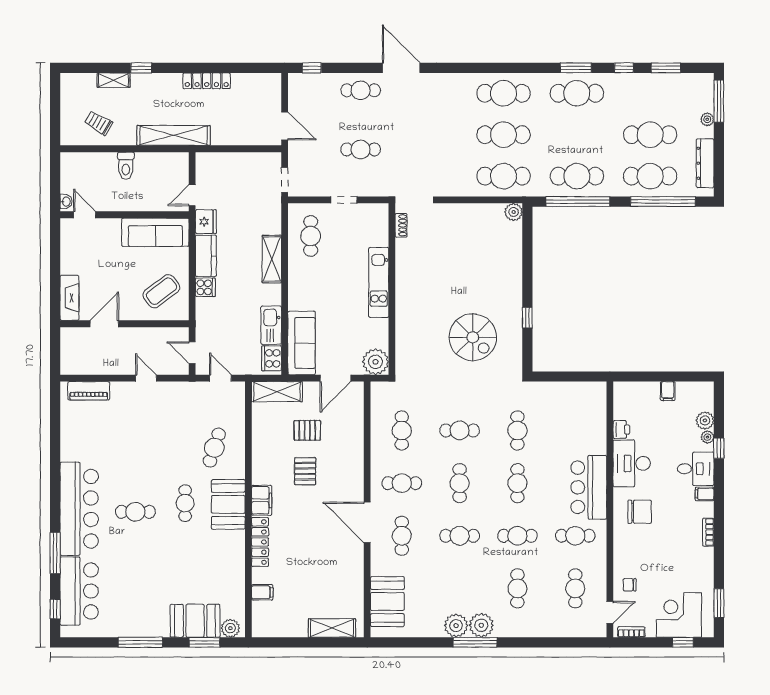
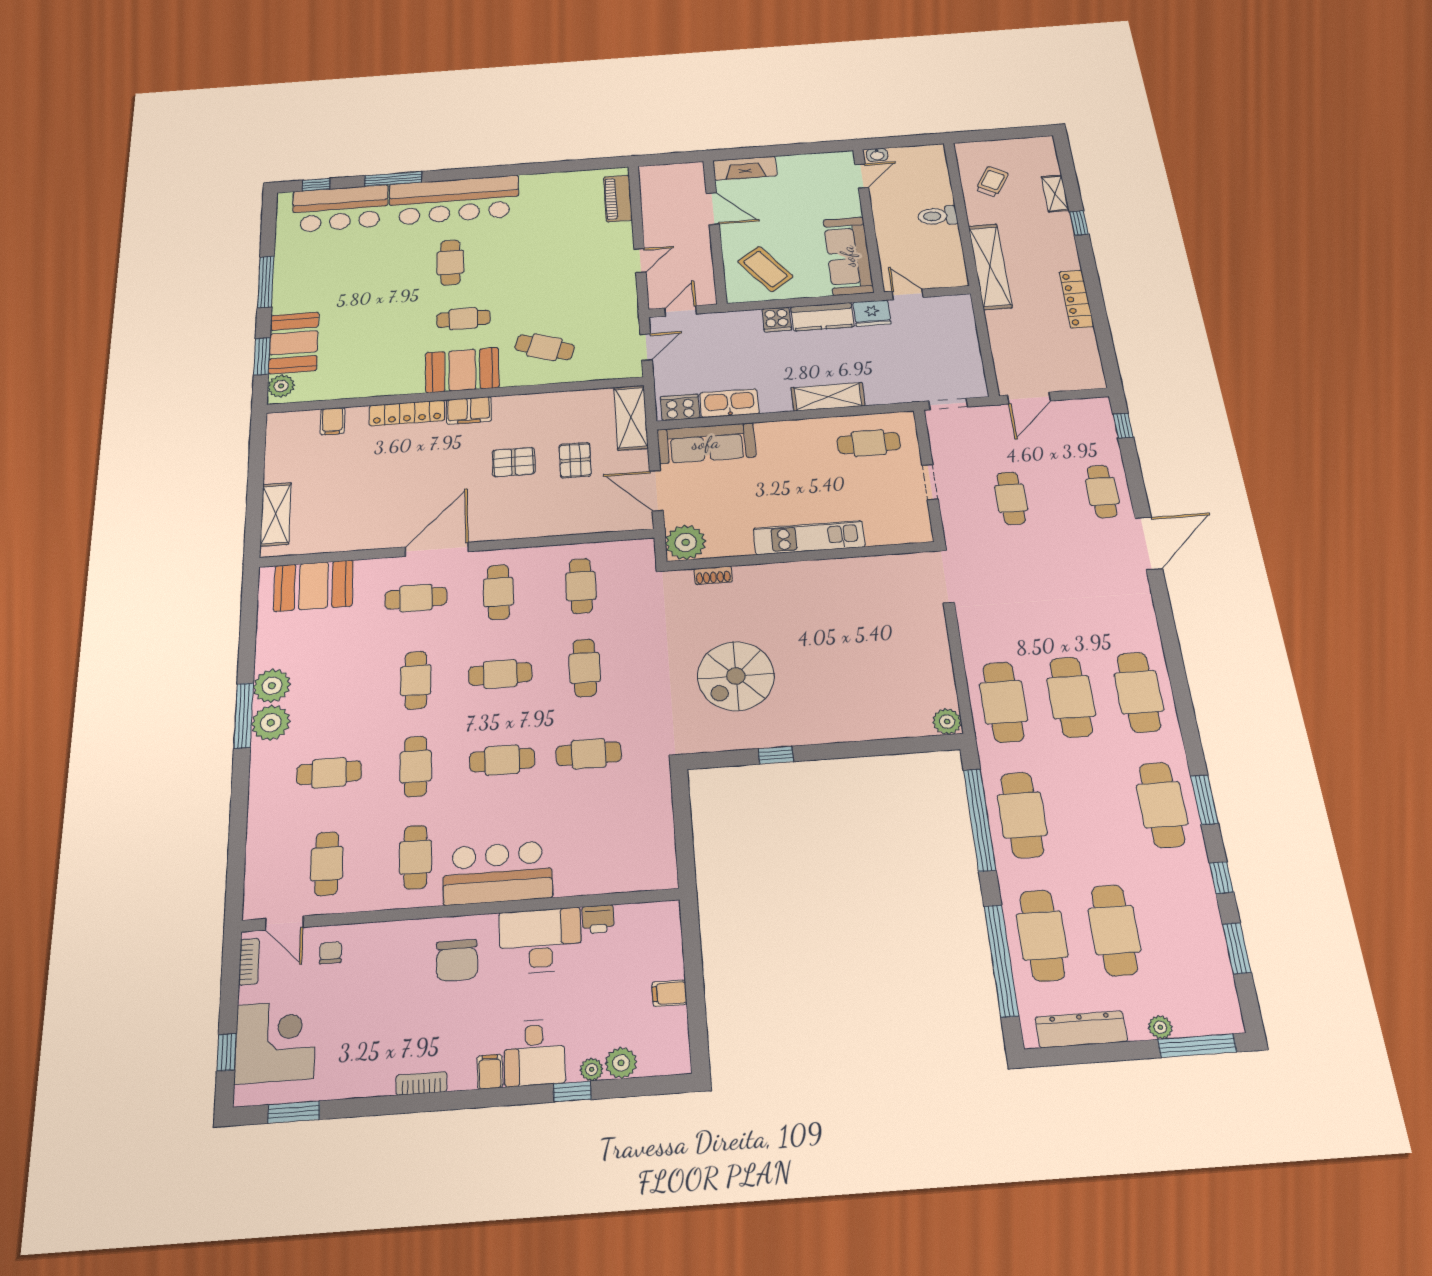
shoe rack: (401, 225) -> (713, 575), moved
cafe table: (402, 430) -> (581, 586), turned 90
cafe table: (575, 588) -> (327, 864), turned 90

